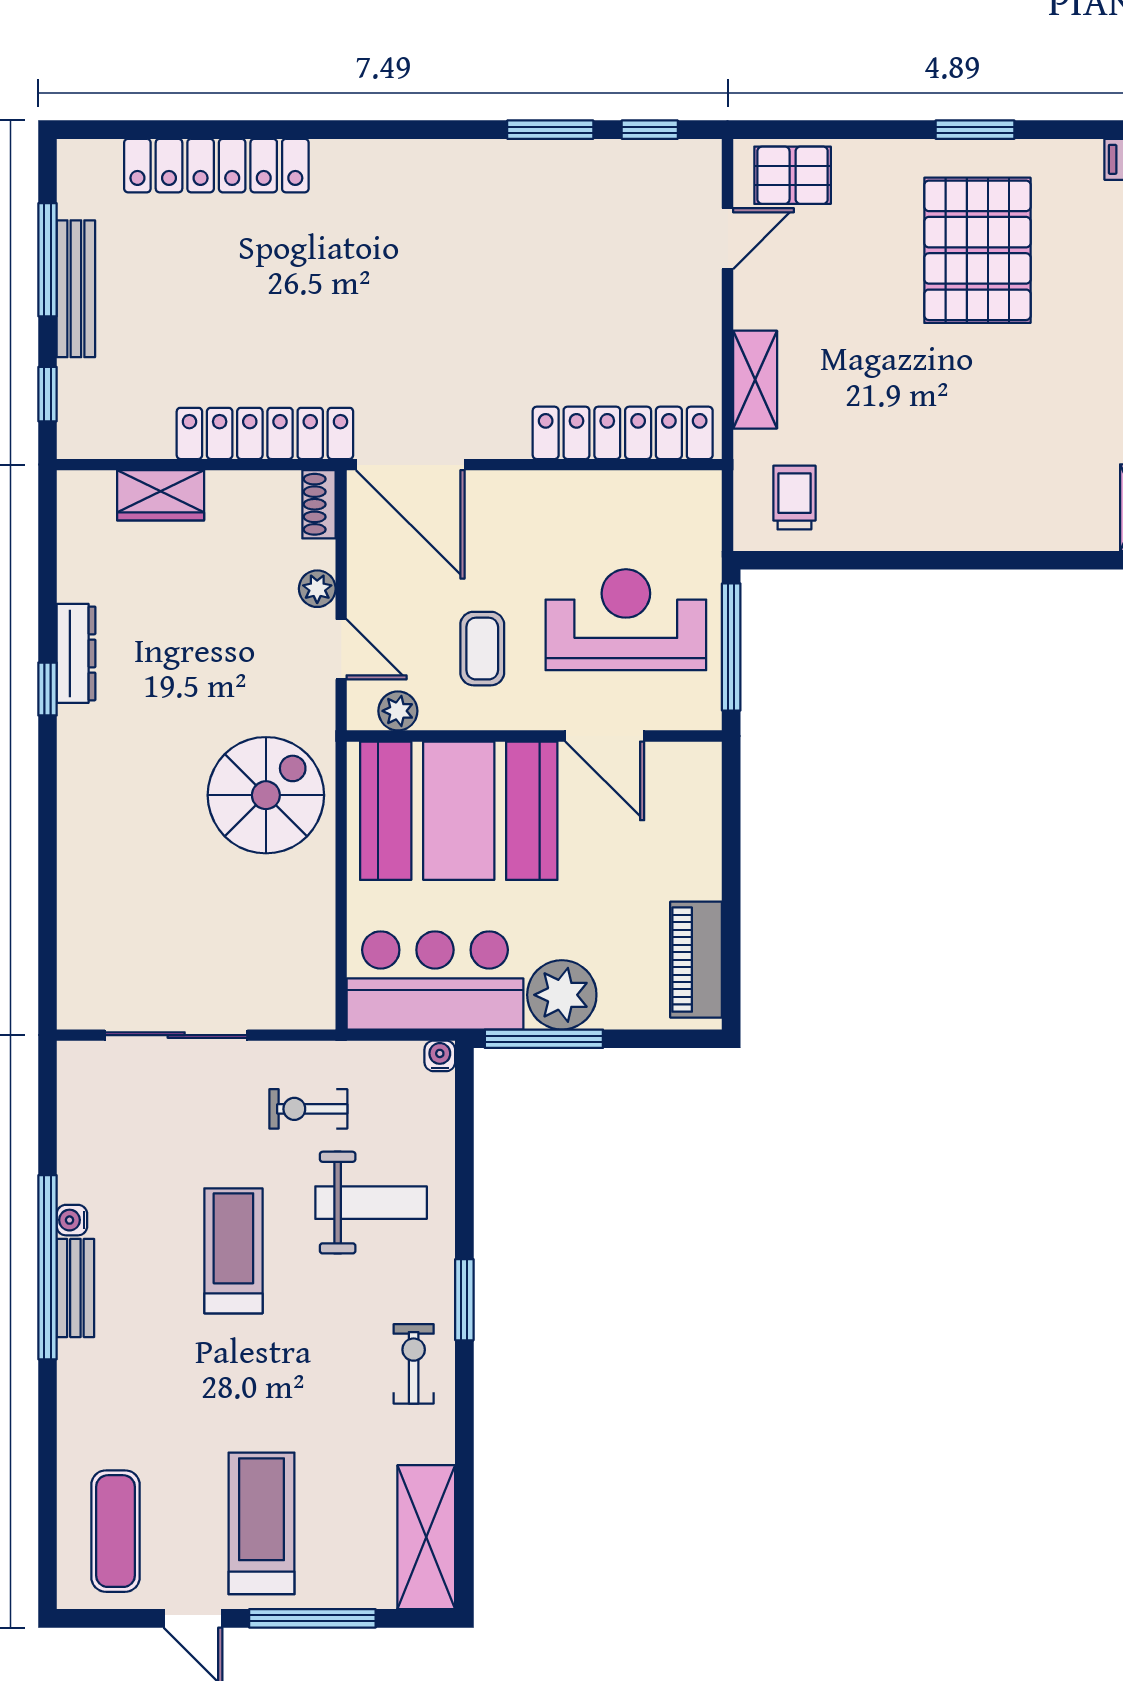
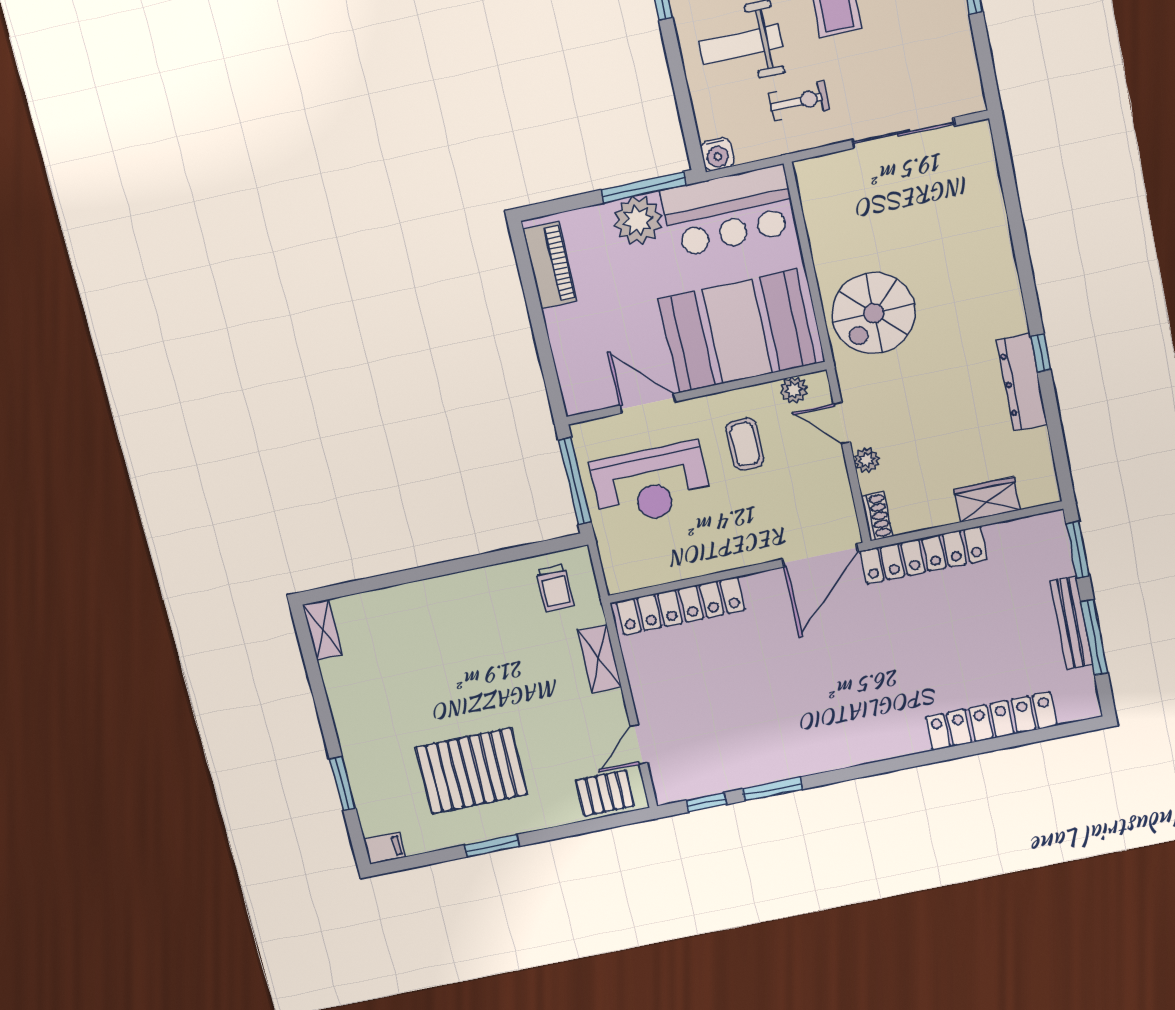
pallet: (977, 250) -> (471, 771), turned 90
window: (48, 394) -> (1078, 550), width x1.50
door: (410, 465) -> (820, 555), swing flipped
dresser: (76, 653) -> (1022, 382), width x1.37, depth x1.24
water cooler: (440, 1056) -> (717, 154), width x1.38, depth x1.38

